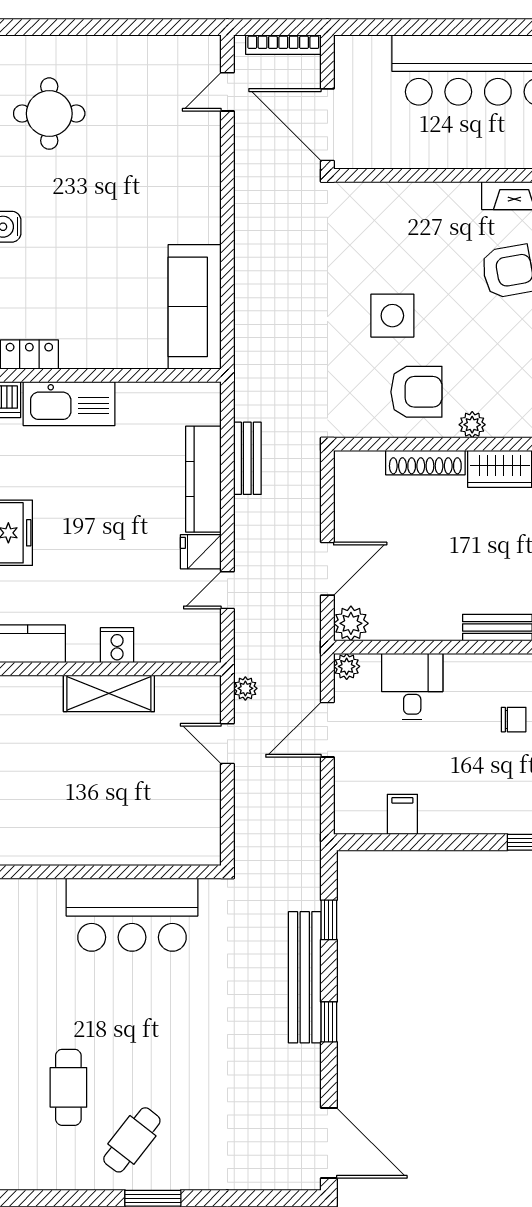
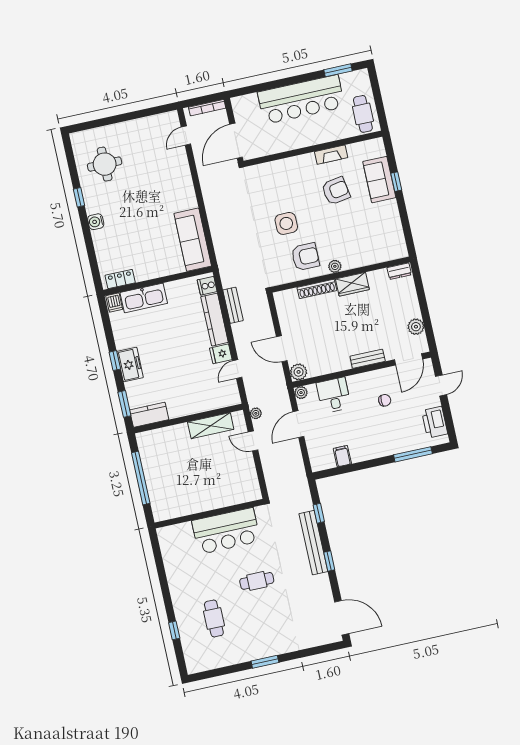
door: (327, 125) -> (236, 141), hinge flipped
door: (327, 569) -> (282, 349), swing flipped
cooker: (117, 645) -> (207, 286), moved, turned -90
shelving: (109, 693) -> (211, 426), moved
cafe table: (132, 1140) -> (257, 581), moved, turned 52

